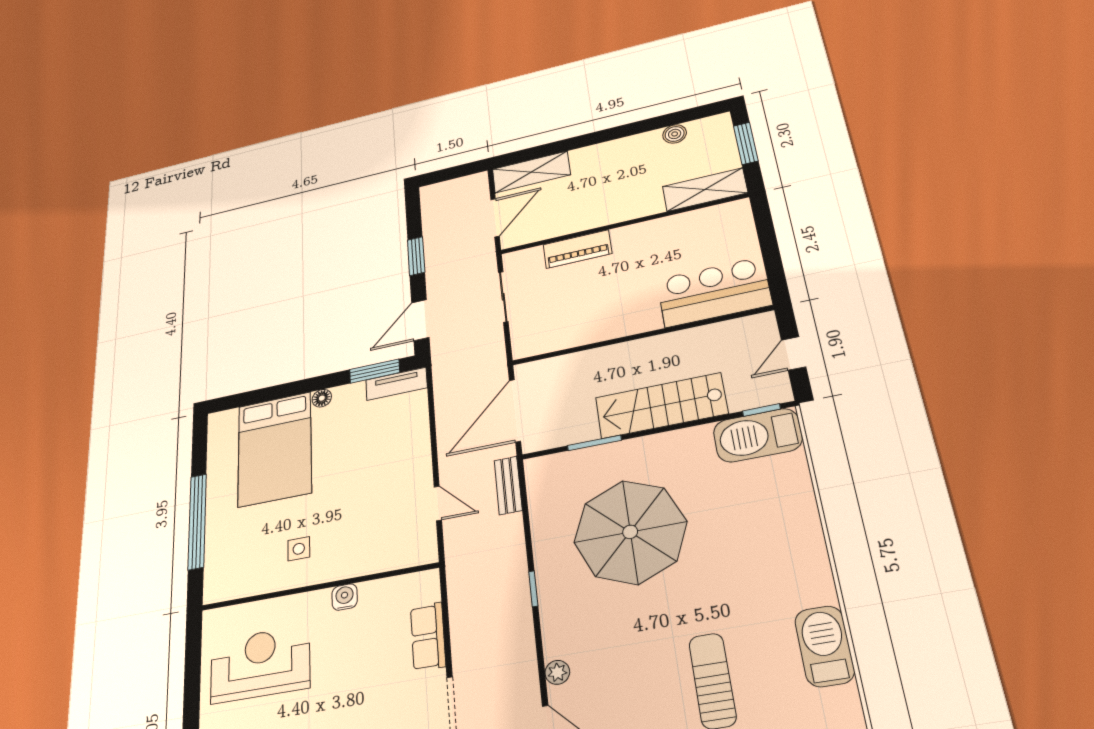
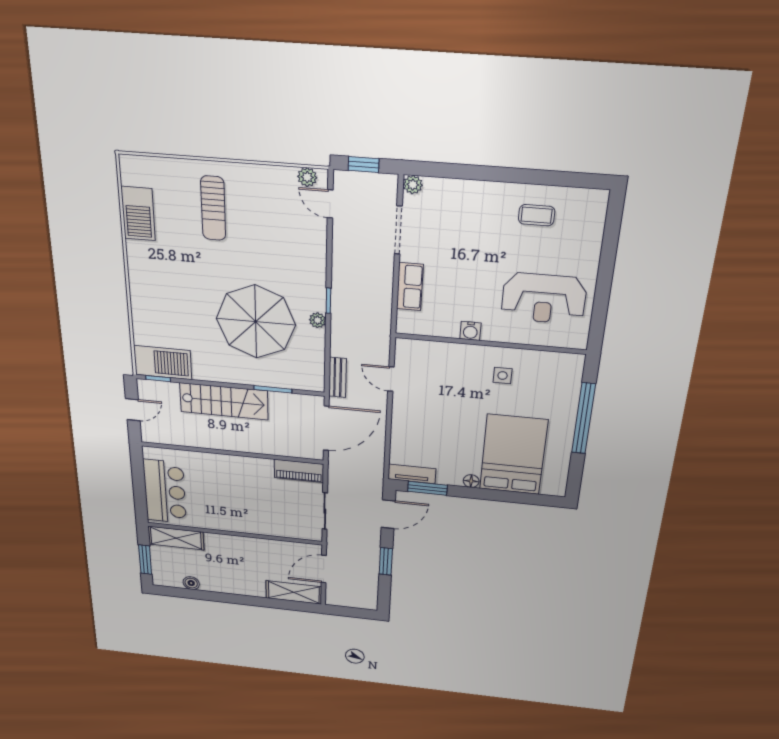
piano: (577, 249) -> (299, 471), moved, turned 180
bar counter: (714, 292) -> (165, 492), moved, turned -90
plant: (557, 672) -> (318, 320), moved

